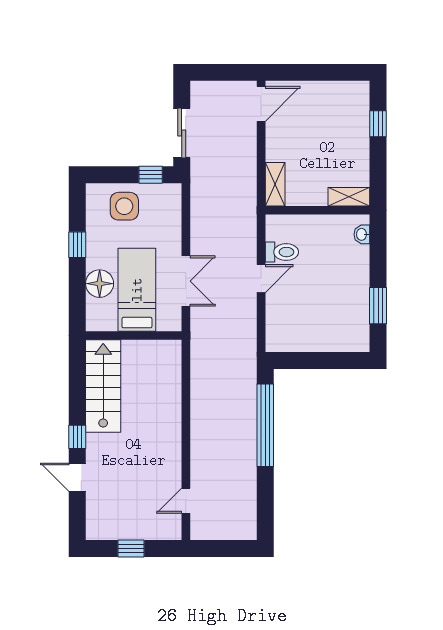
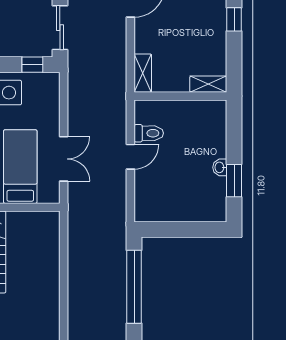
washbasin: (362, 234) -> (220, 167), moved

